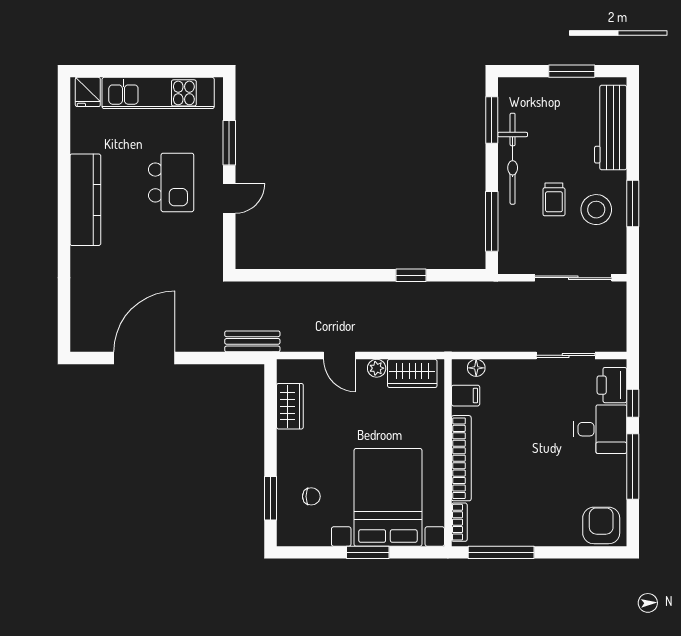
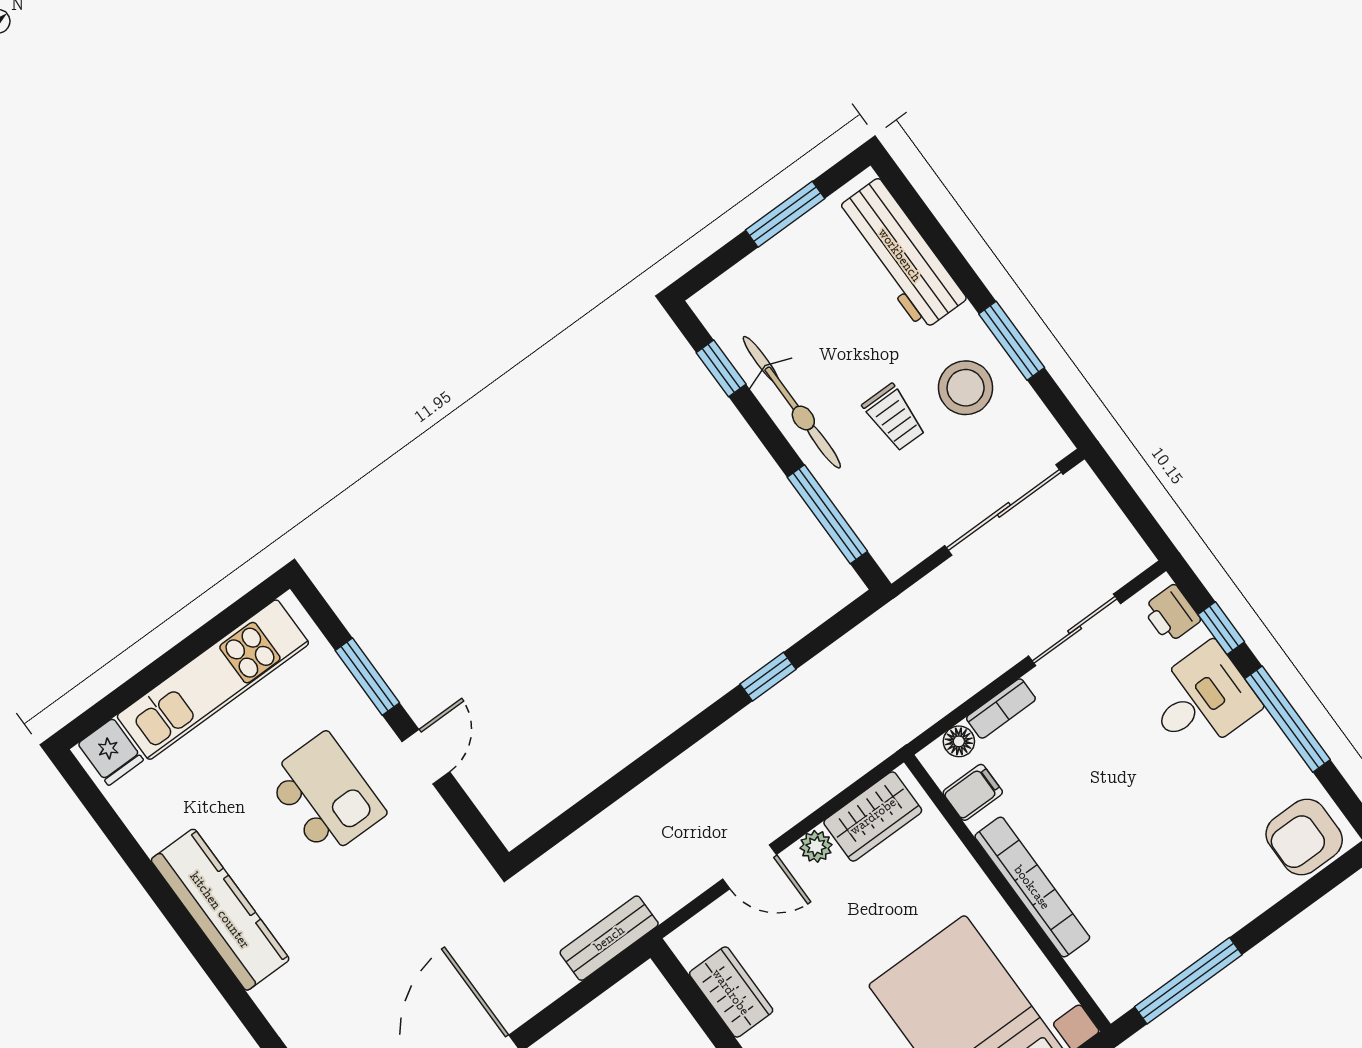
window: (492, 120) -> (721, 368), width x0.67
printer: (612, 385) -> (1171, 614), width x0.73, depth x0.81
bookcase: (459, 522) -> (1001, 709), moved, turned 90
armchair: (601, 525) -> (1304, 837), turned -90

